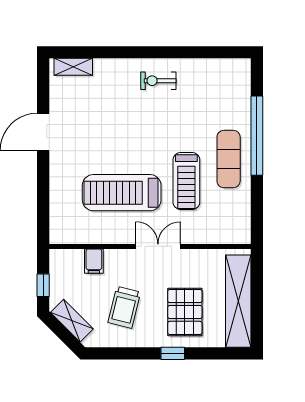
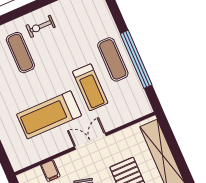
exercise mat: (120, 102) -> (20, 53), added
window: (257, 136) -> (136, 59), moved

